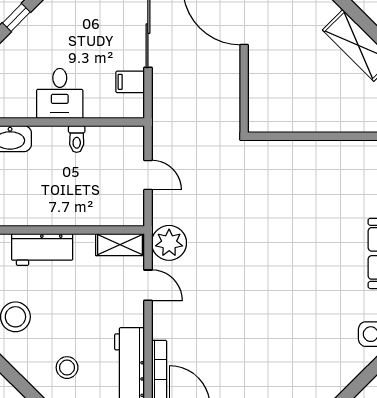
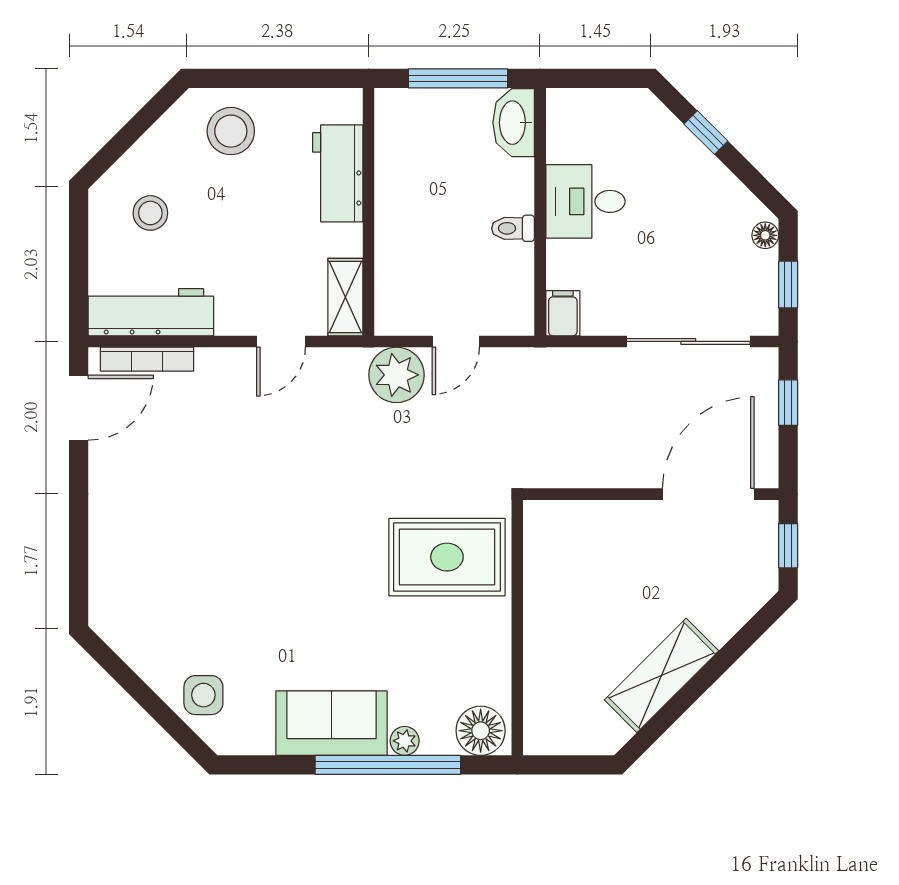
filing cabinet: (130, 82) -> (563, 313), moved
rug: (284, 181) -> (447, 557), added
plant: (169, 243) -> (396, 375), moved

